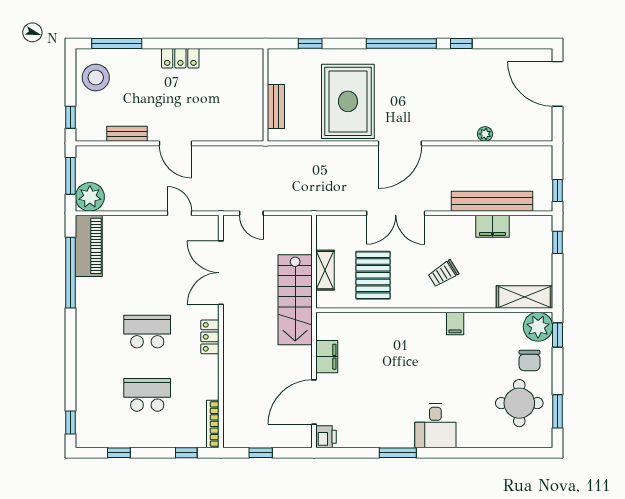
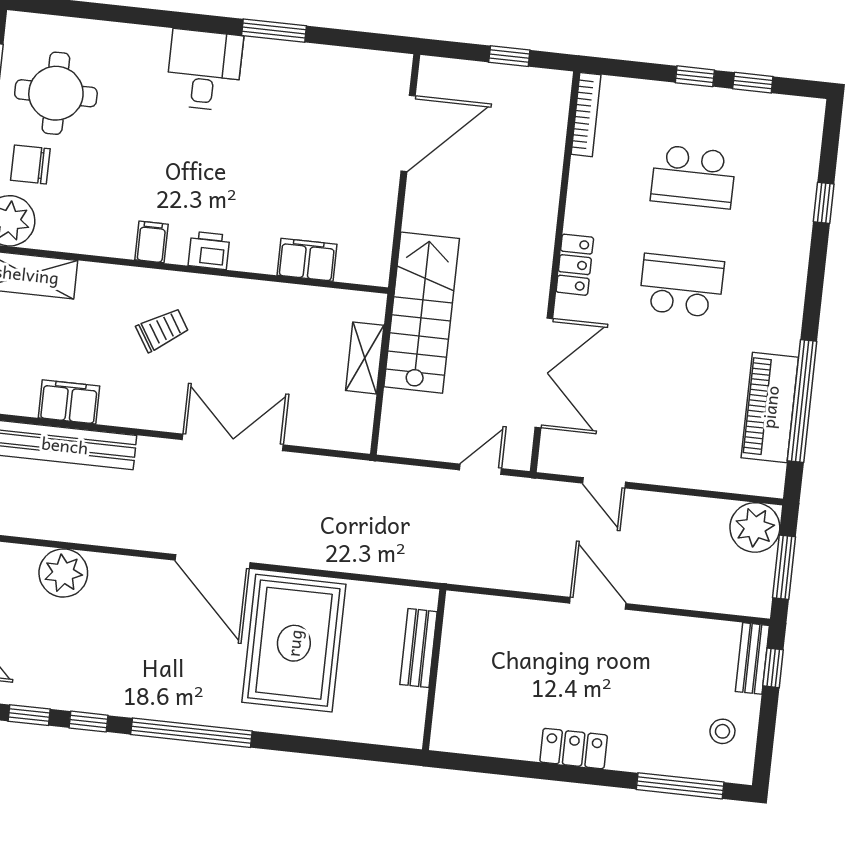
window: (310, 43) -> (29, 715), moved
stool: (96, 77) -> (722, 731), width x0.53, depth x0.53
bench: (127, 134) -> (752, 658), moved, turned 90
plant: (485, 134) -> (63, 573), width x1.88, depth x1.88
door: (400, 143) -> (212, 561), swing flipped
door: (251, 213) -> (481, 469), hinge flipped
piano: (89, 246) -> (770, 407), moved
pallet: (373, 275) -> (283, 340), removed
school desk: (147, 332) -> (681, 286), turned 180
filing cabinet: (327, 357) -> (307, 260), moved, turned 90
chair: (530, 360) -> (30, 164), turned -90
window: (71, 423) -> (824, 203), moved
printer: (326, 437) -> (209, 250), moved, turned 90
window: (186, 453) -> (695, 76), moved

